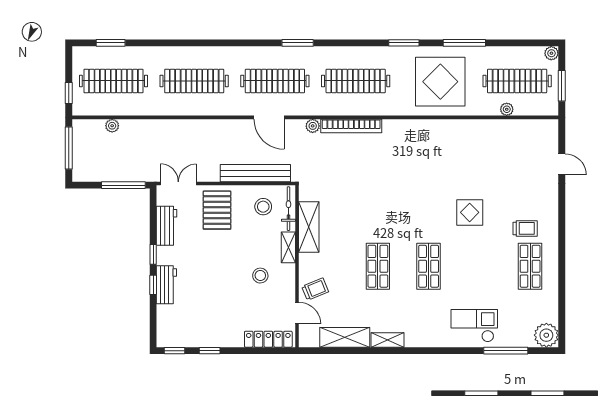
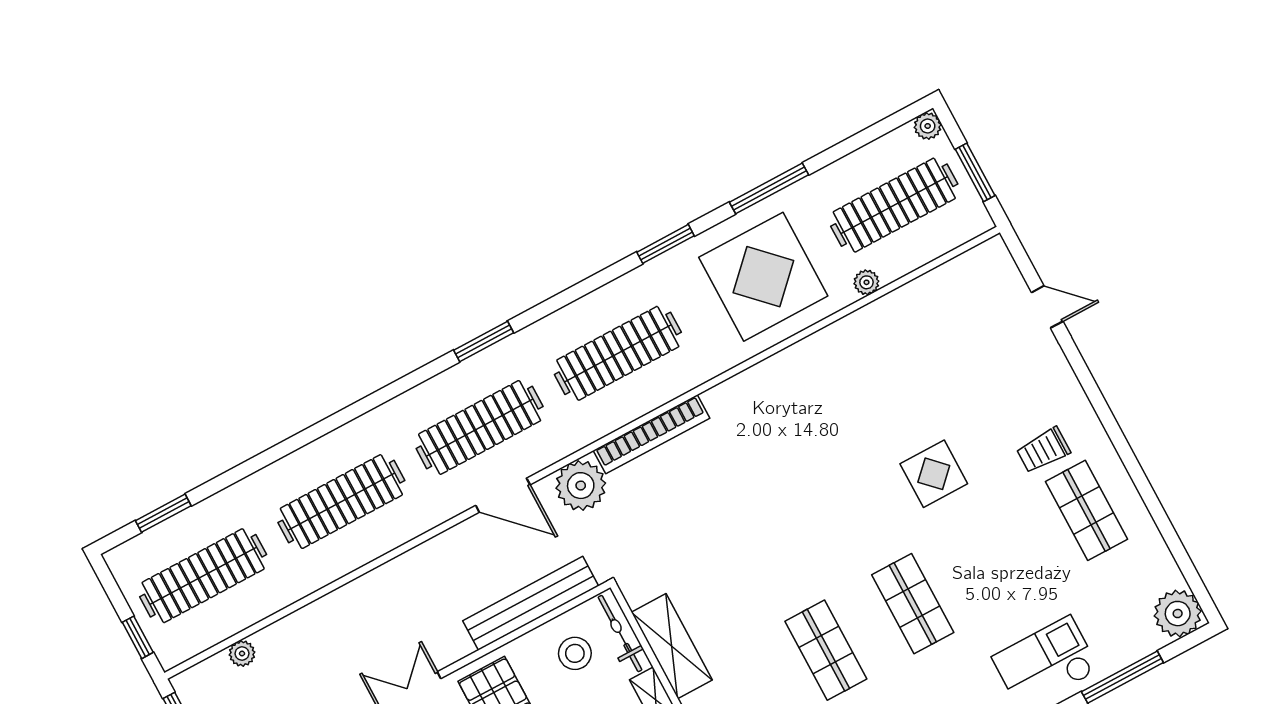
plant: (507, 109) -> (866, 282), moved
plant: (313, 126) -> (581, 486), width x1.88, depth x1.88
trolley: (525, 228) -> (1043, 450), turned 180

